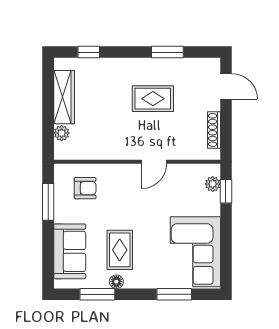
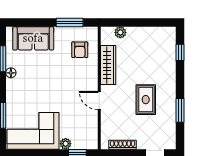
wardrobe: (64, 97) -> (108, 65), moved, turned -90
plant: (213, 184) -> (66, 144), moved
rug: (120, 250) -> (34, 75), removed

